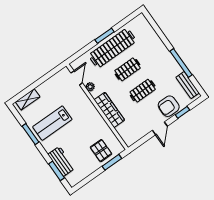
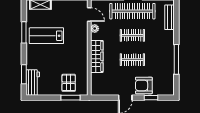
door: (77, 78) -> (89, 15), hinge flipped
bench: (188, 85) -> (169, 17), moved
workbench: (61, 161) -> (33, 83), moved

